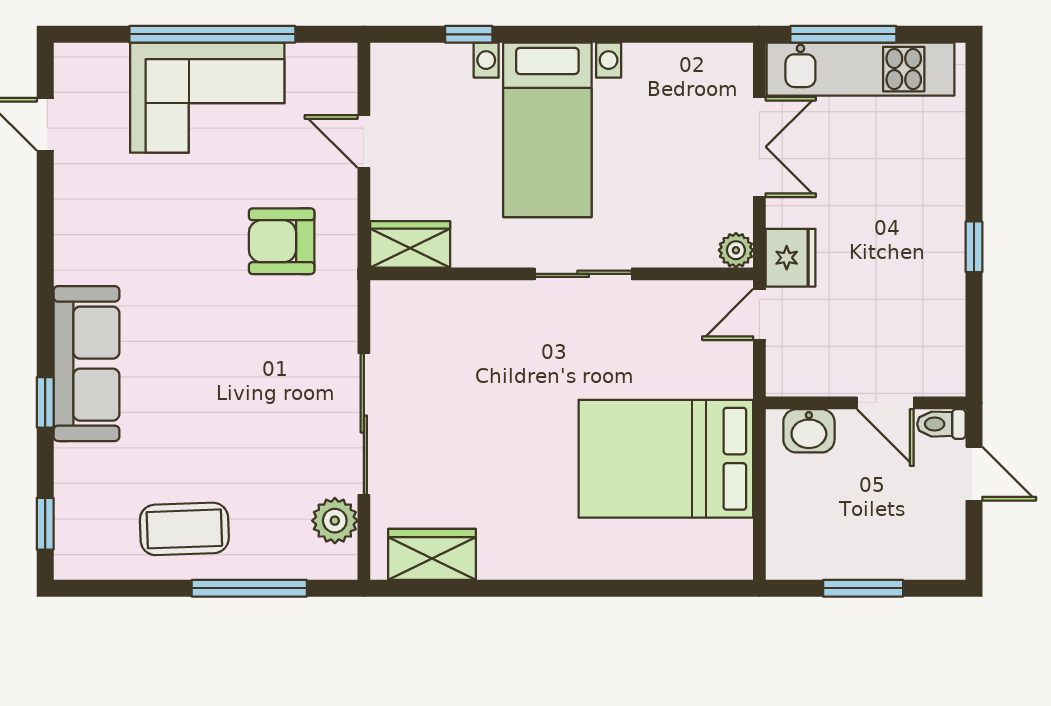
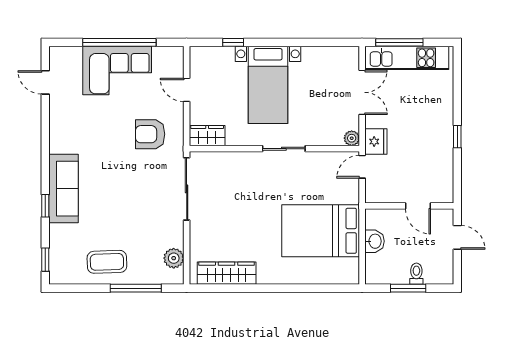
sliding door: (364, 424) -> (187, 189), moved
toilet: (941, 424) -> (416, 274), moved, turned 90
washbasin: (809, 431) -> (374, 241), moved, turned -90
wardrobe: (432, 554) -> (227, 273), width x1.50

